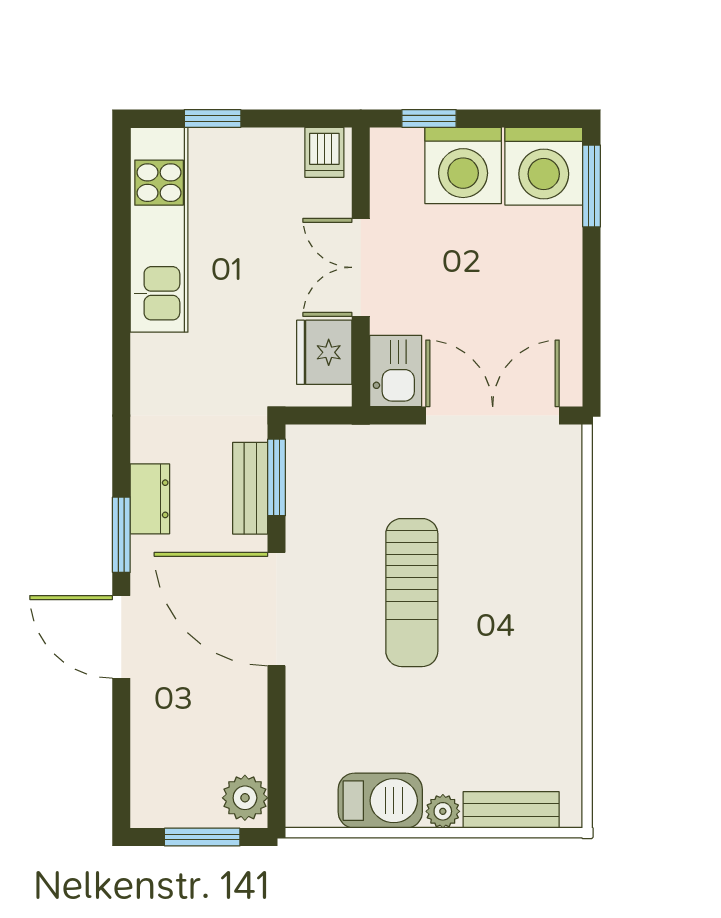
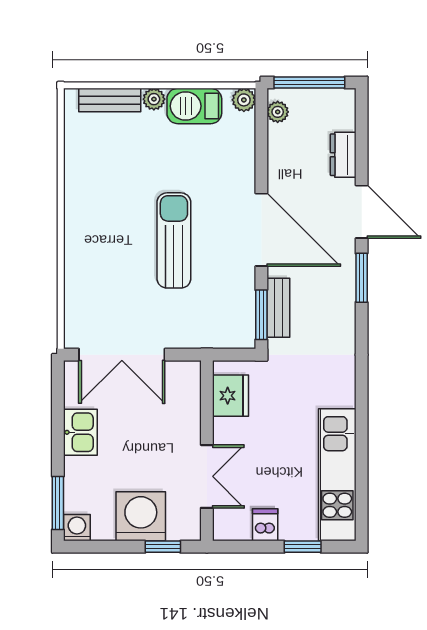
dishwasher: (324, 152) -> (265, 525), moved
washing machine: (544, 166) -> (77, 528), width x0.53, depth x0.53
double door: (361, 267) -> (207, 476), moved
kitchen sink: (396, 371) -> (80, 432), moved, turned 180
dresser: (150, 499) -> (343, 155), moved
plant: (245, 798) -> (278, 112), width x0.73, depth x0.73
plant: (304, 810) -> (244, 100), added
window: (202, 837) -> (309, 83), width x1.44

